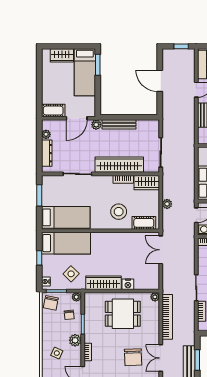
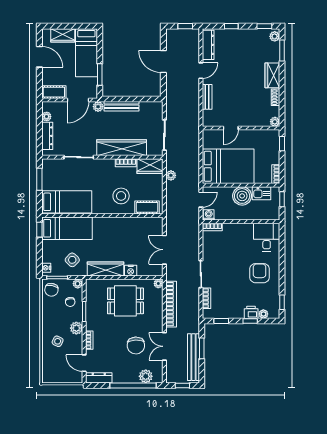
window: (98, 65) -> (100, 74), moved
door: (39, 76) -> (39, 57), added
plant: (167, 204) -> (171, 175), moved
double door: (161, 250) -> (164, 250), moved
window: (39, 258) -> (39, 230), moved

